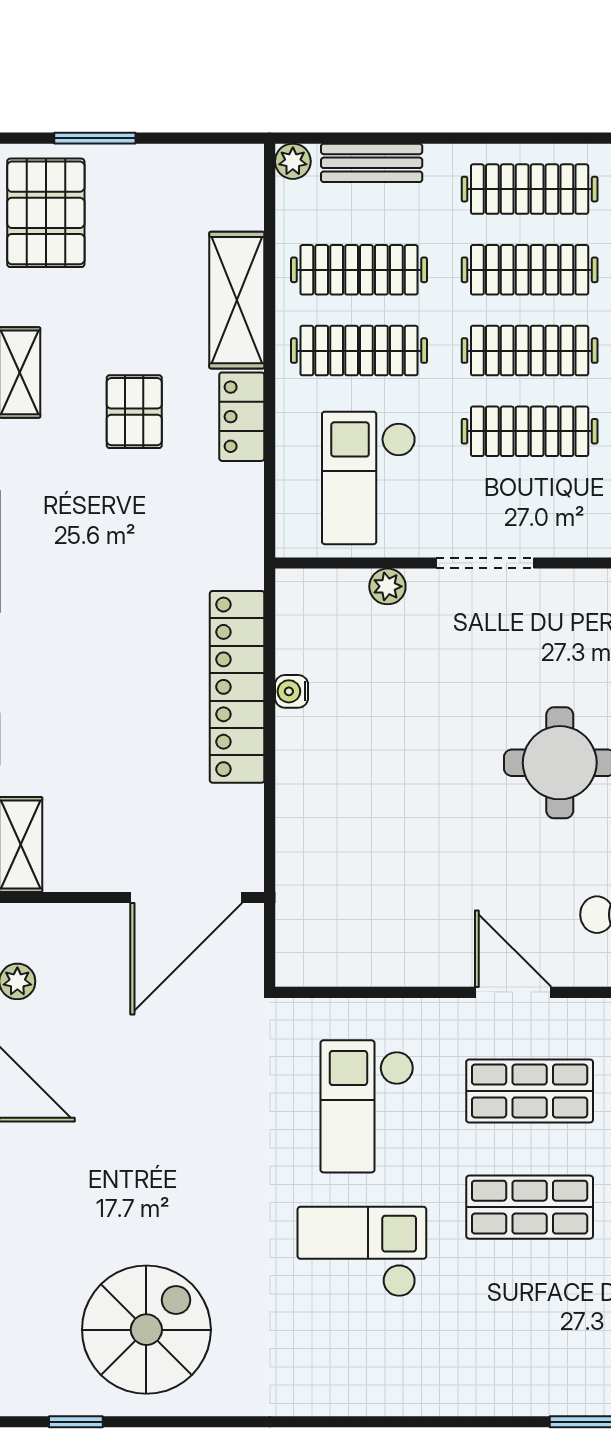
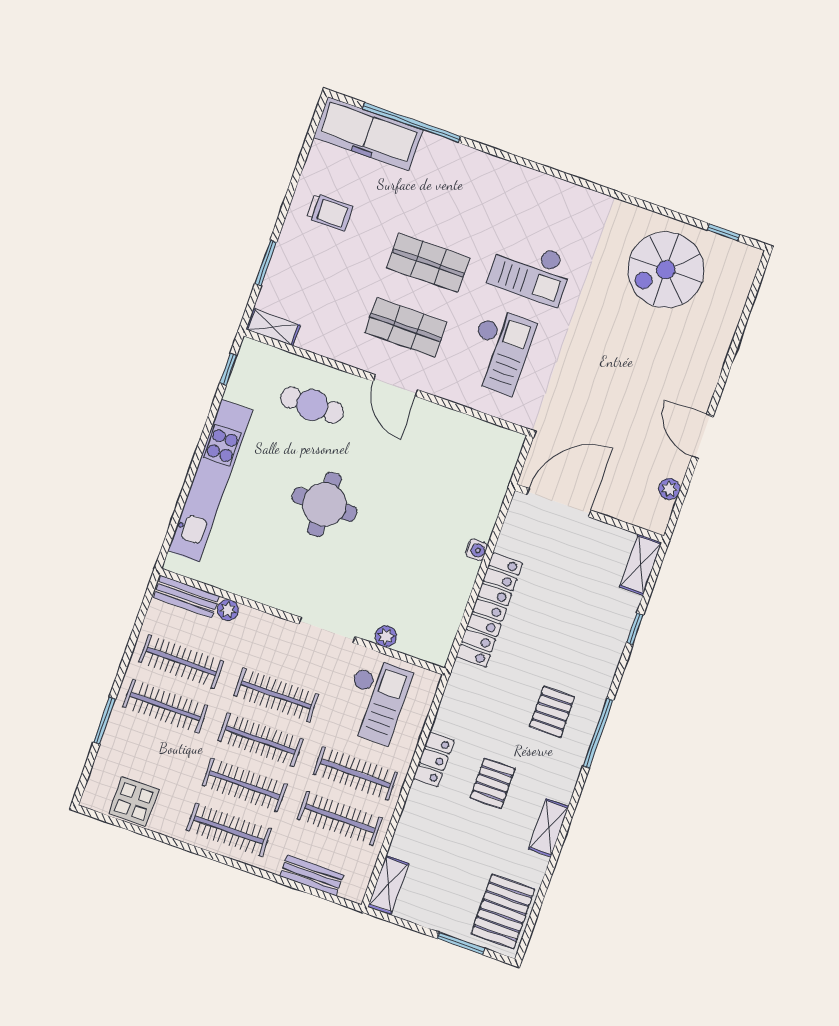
plant: (293, 161) -> (355, 892), removed
shelving: (237, 300) -> (388, 885), moved, width x0.67, depth x0.75
pallet: (79, 559) -> (552, 712), added
water cooler: (292, 691) -> (476, 550), moved

